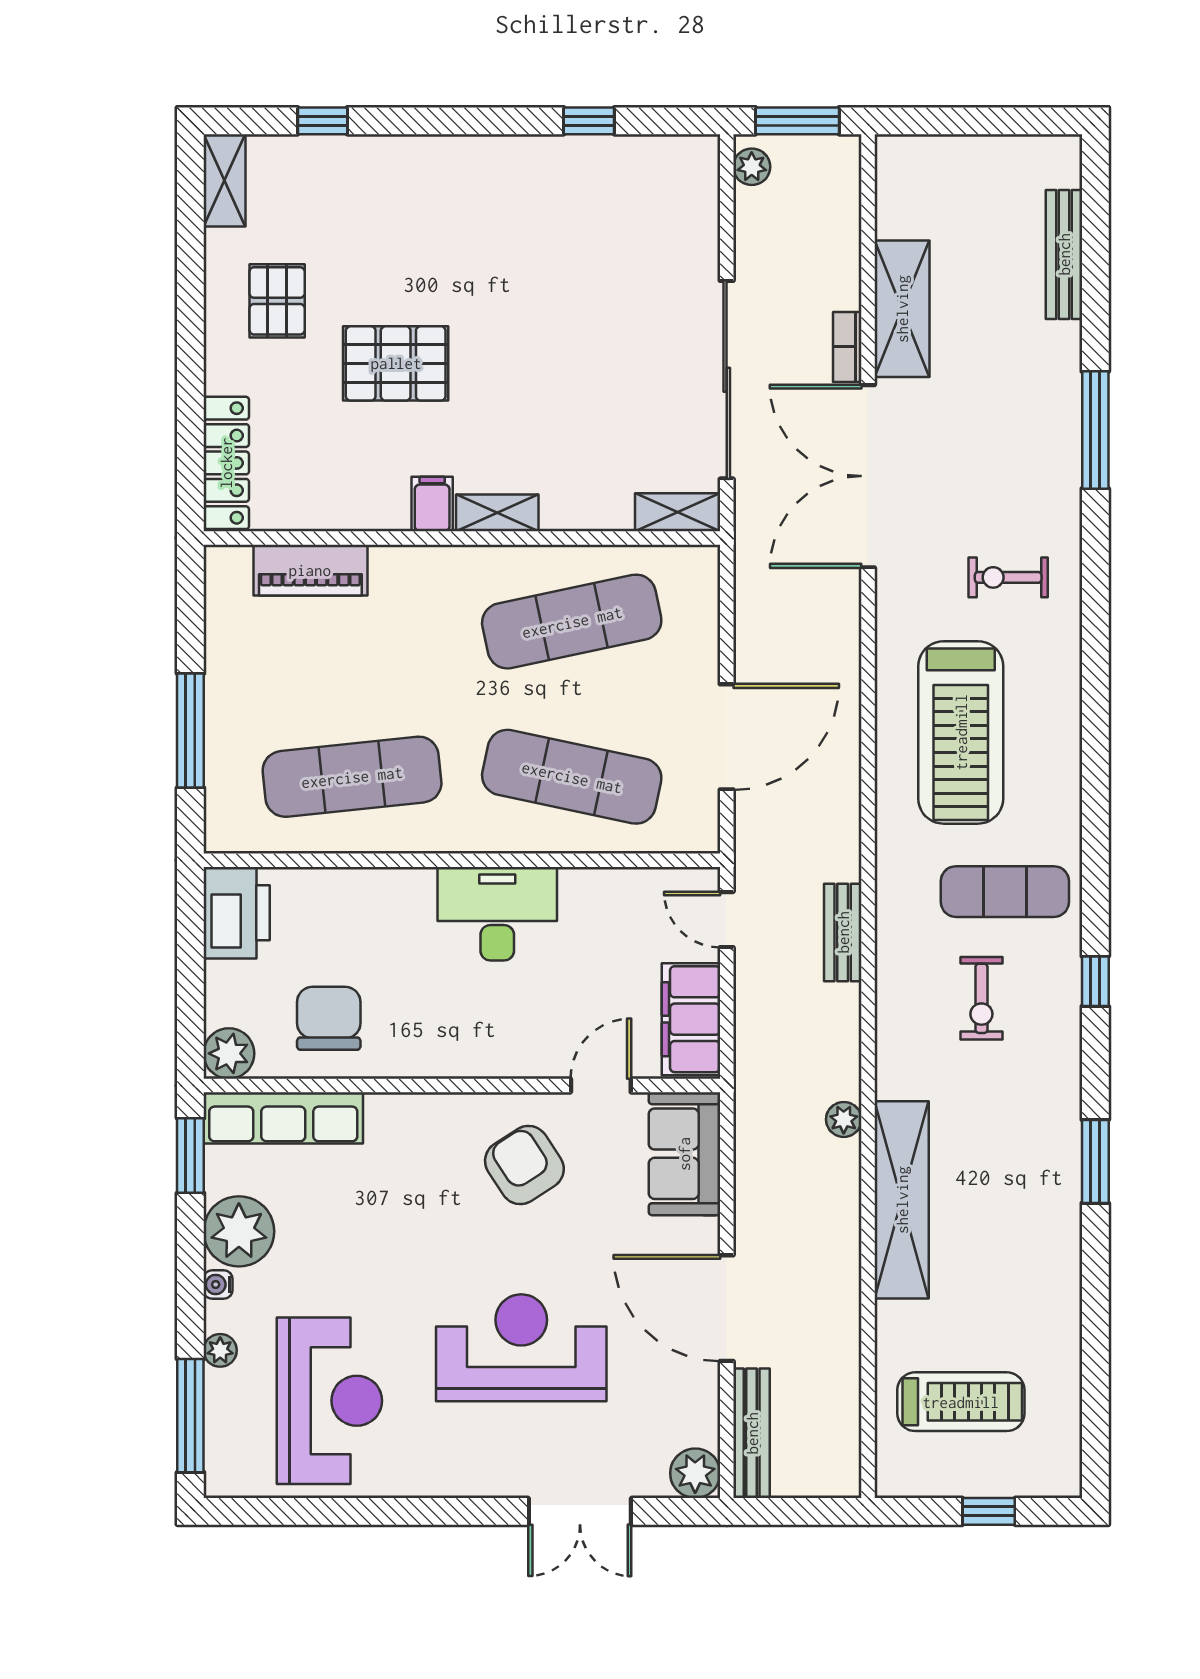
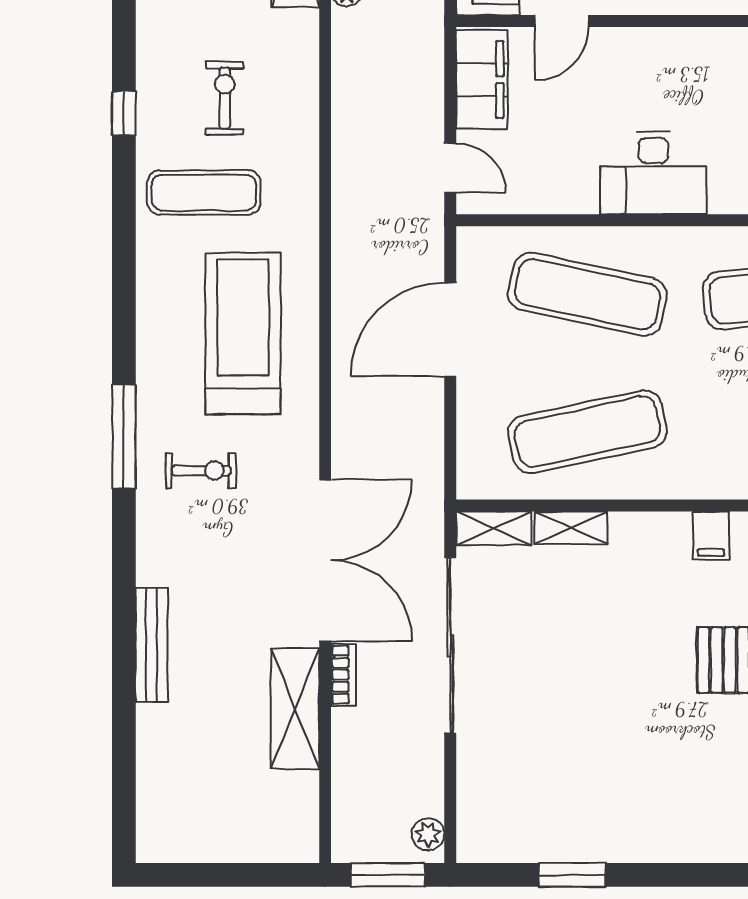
window: (589, 121) -> (572, 875), width x1.50
bench: (1064, 254) -> (152, 645), moved
window: (1095, 430) -> (124, 437), moved
shelving: (497, 513) -> (571, 528), moved
bench: (843, 932) -> (348, 156), removed

